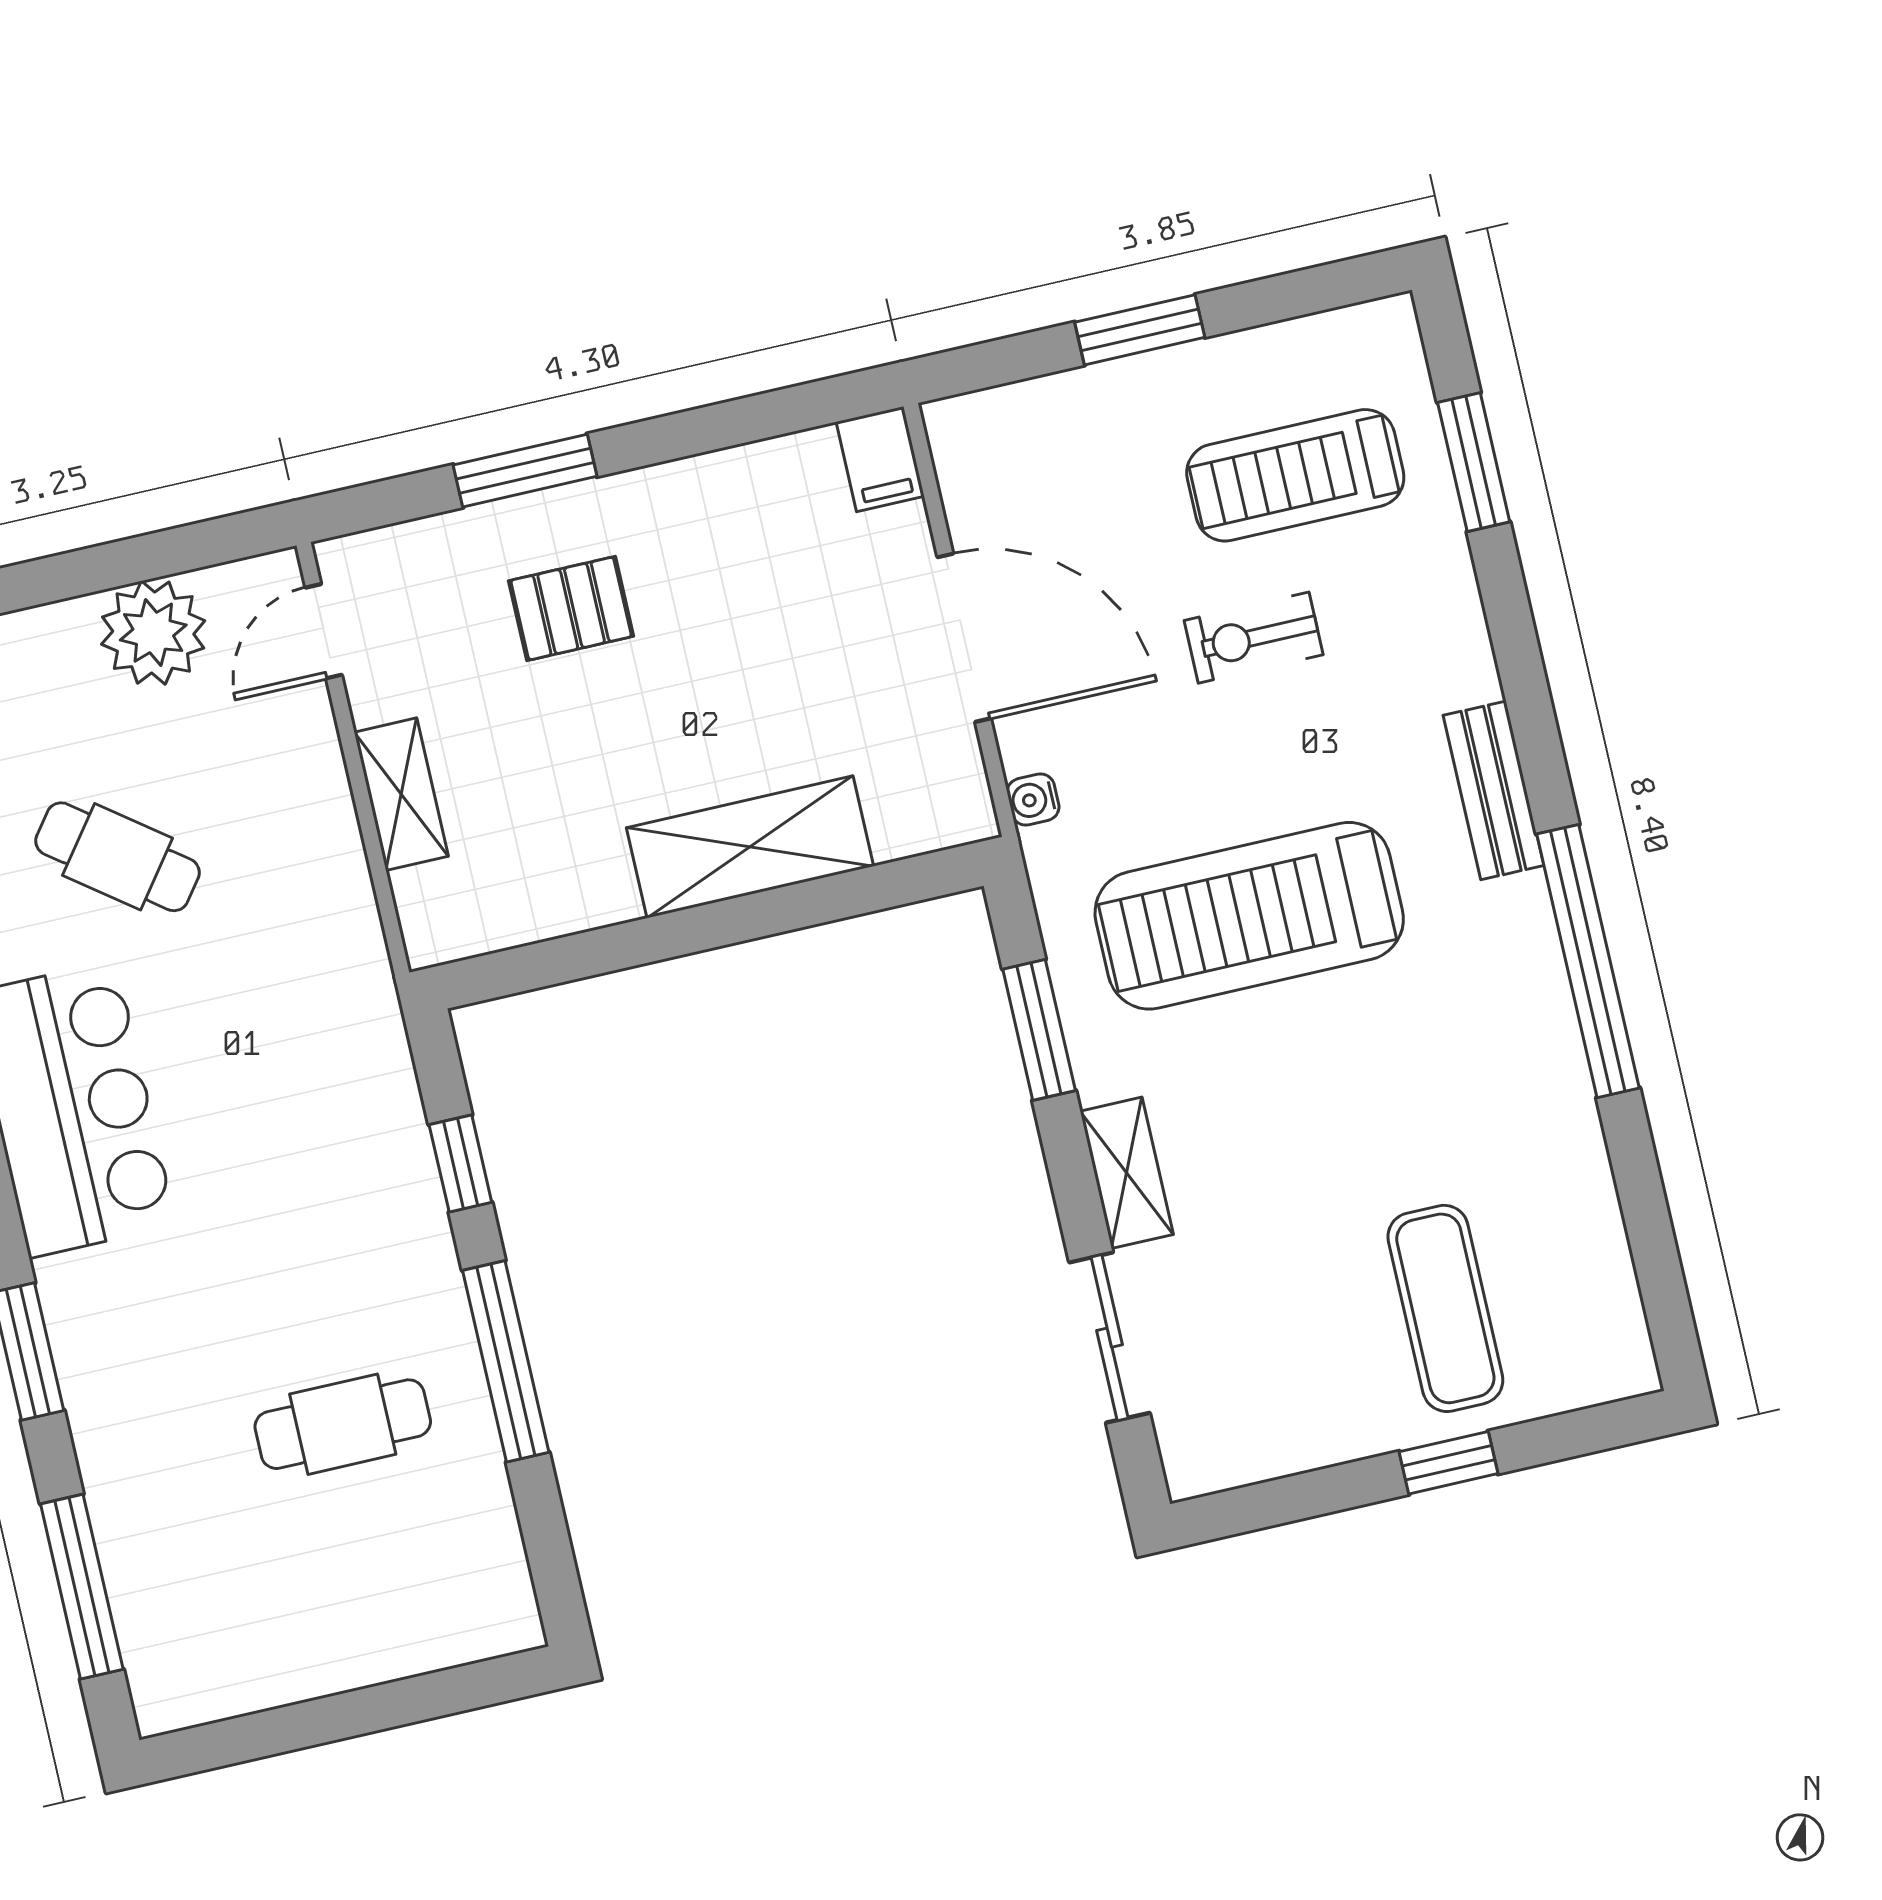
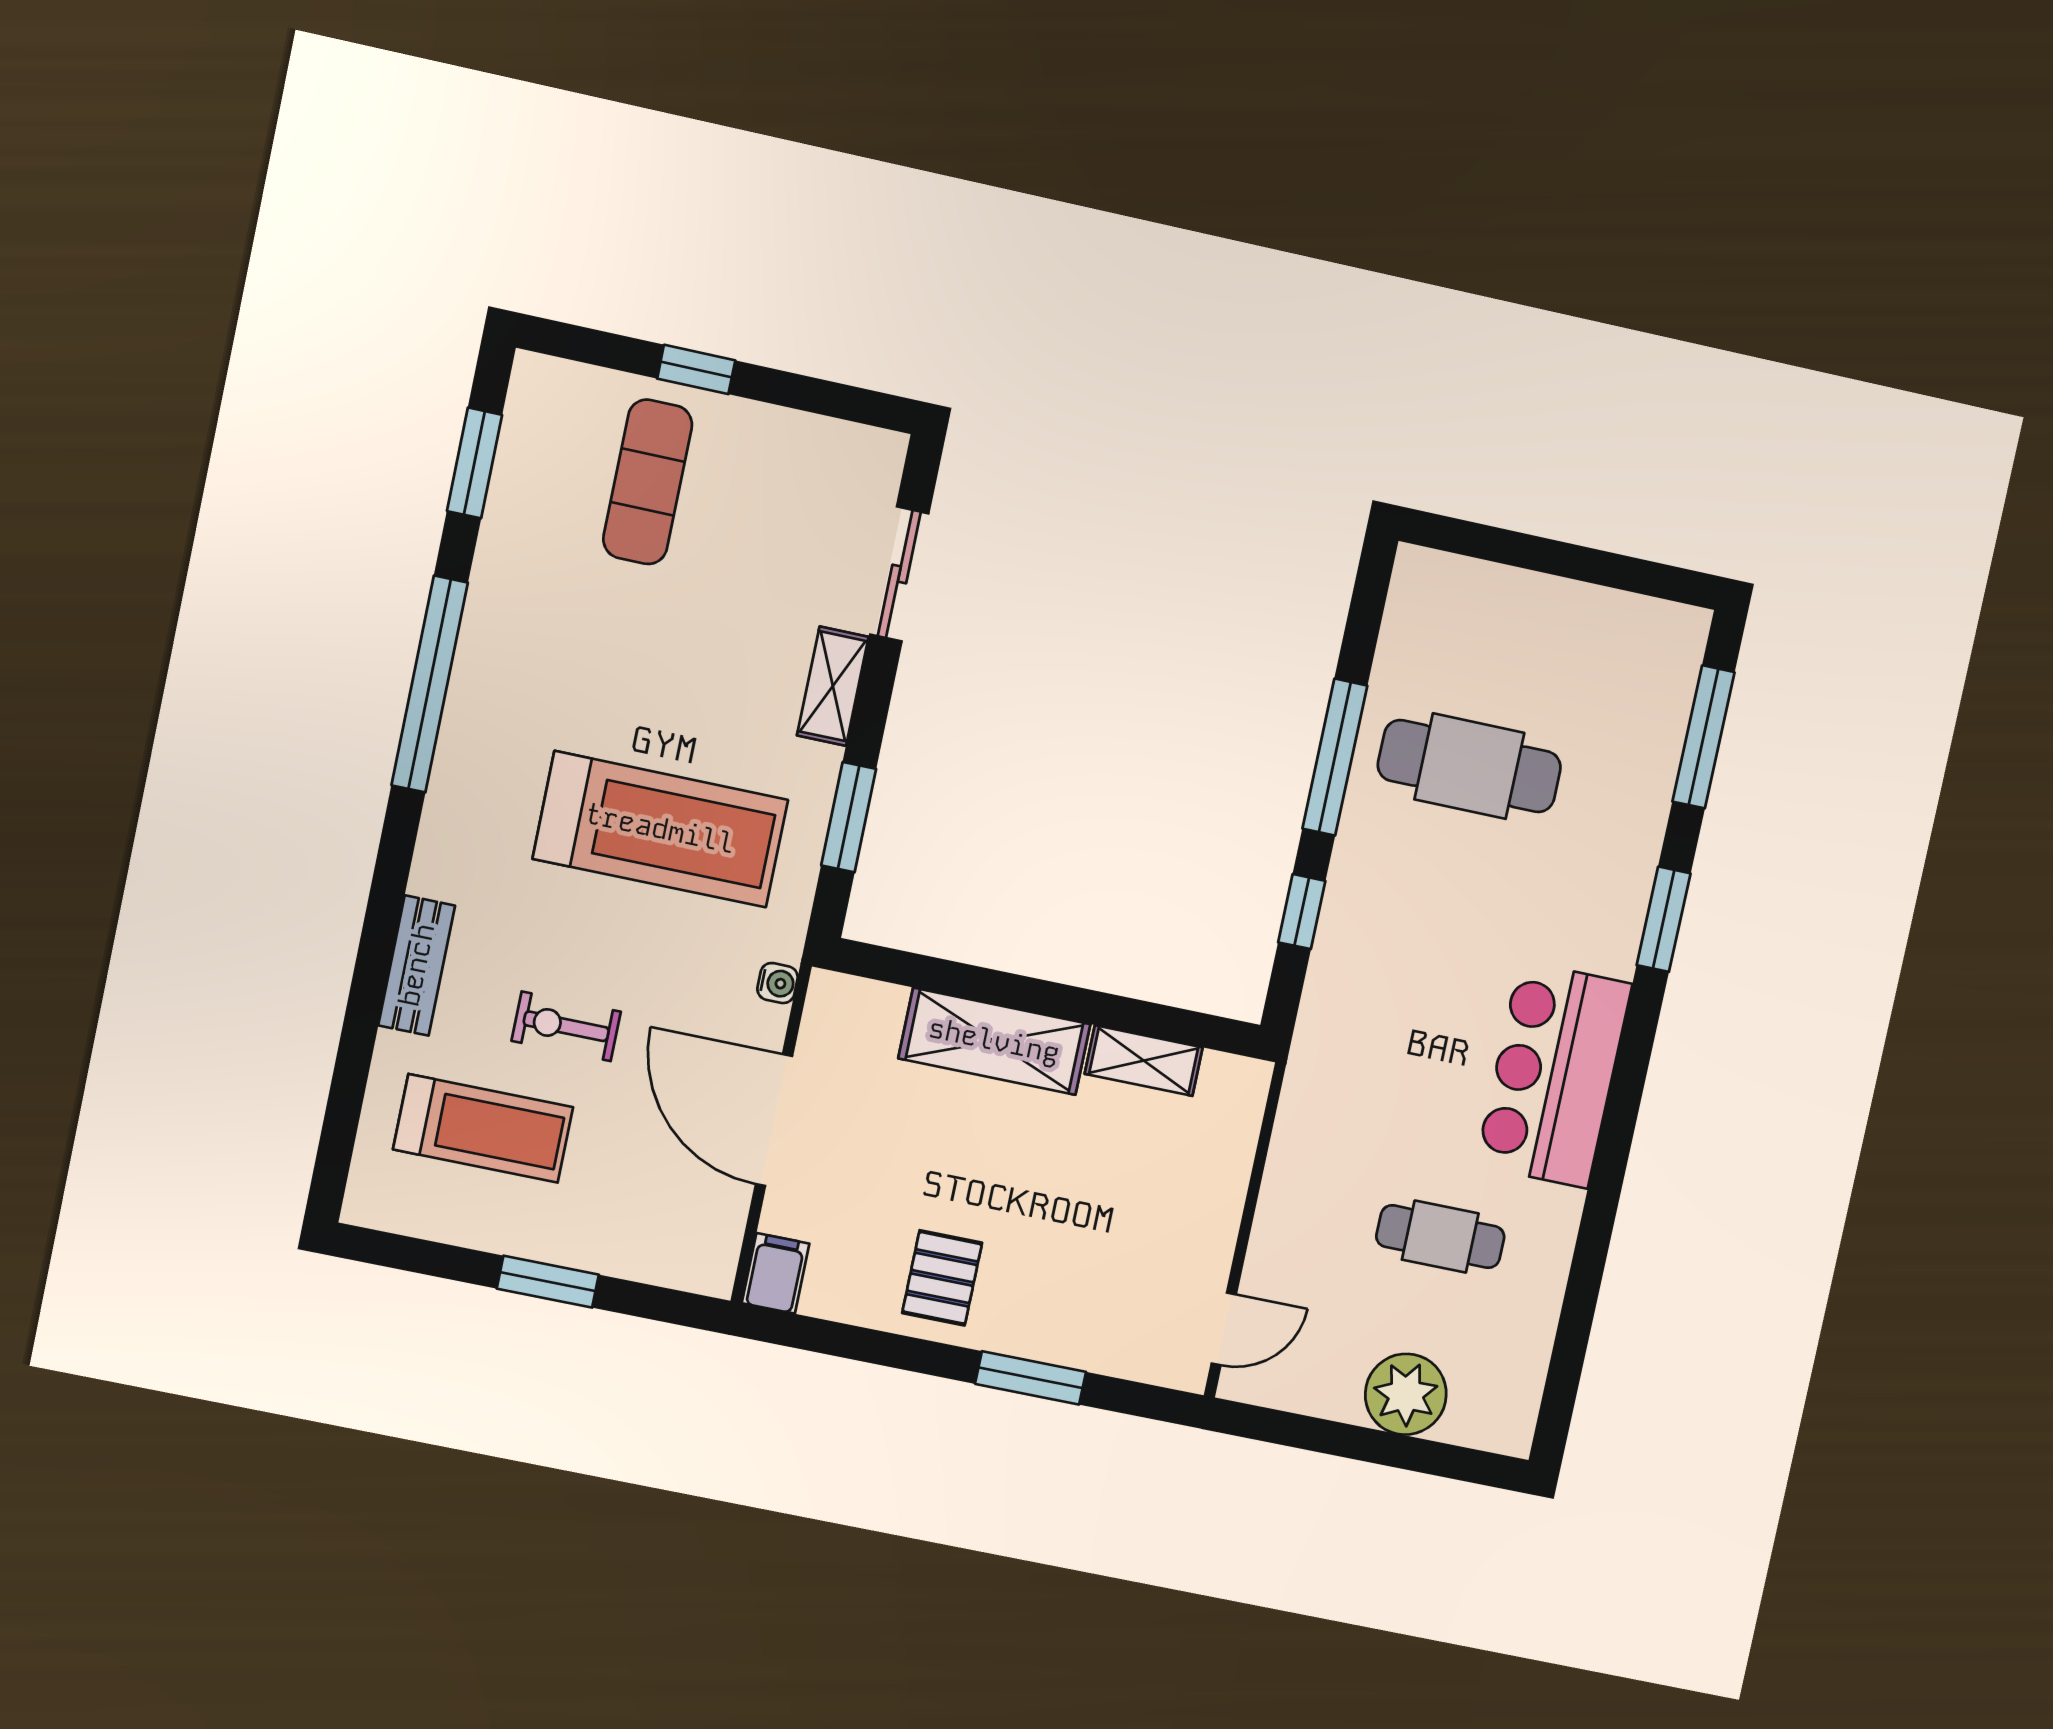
window: (1474, 462) -> (474, 463), moved
pallet: (571, 609) -> (942, 1278), moved, turned 90
plant: (153, 633) -> (1406, 1394), moved
exercise bike: (1254, 638) -> (566, 1026), turned 180
bench: (1493, 790) -> (417, 965), moved
shelving: (401, 794) -> (1144, 1061), moved, turned 90
cafe table: (118, 857) -> (1440, 1237), turned -37
cafe table: (343, 1424) -> (1469, 766), width x1.37, depth x1.35

